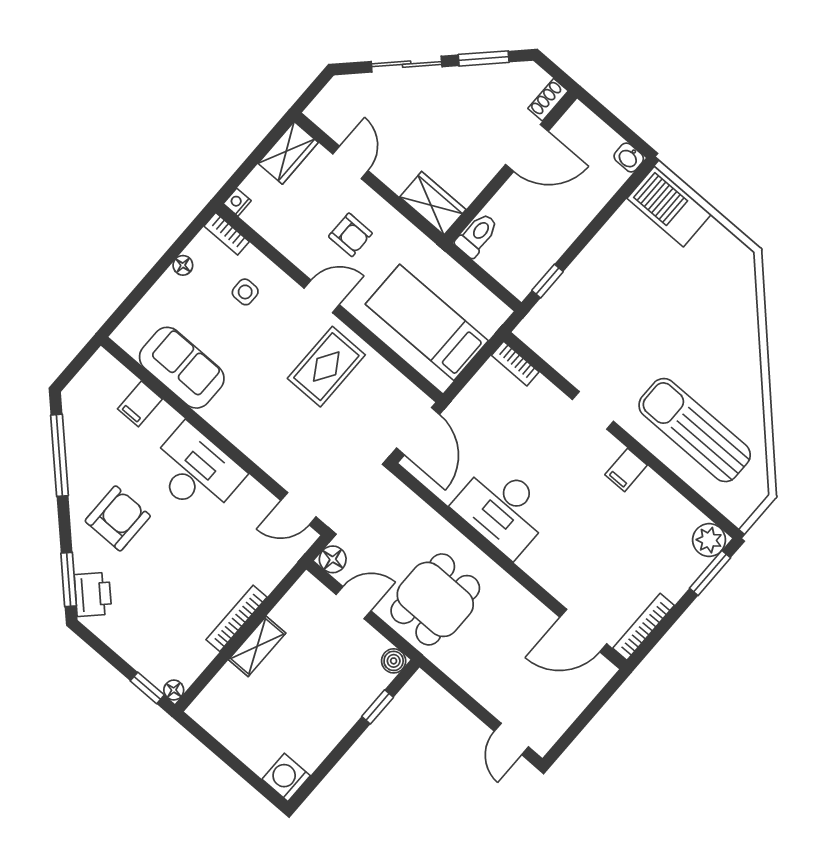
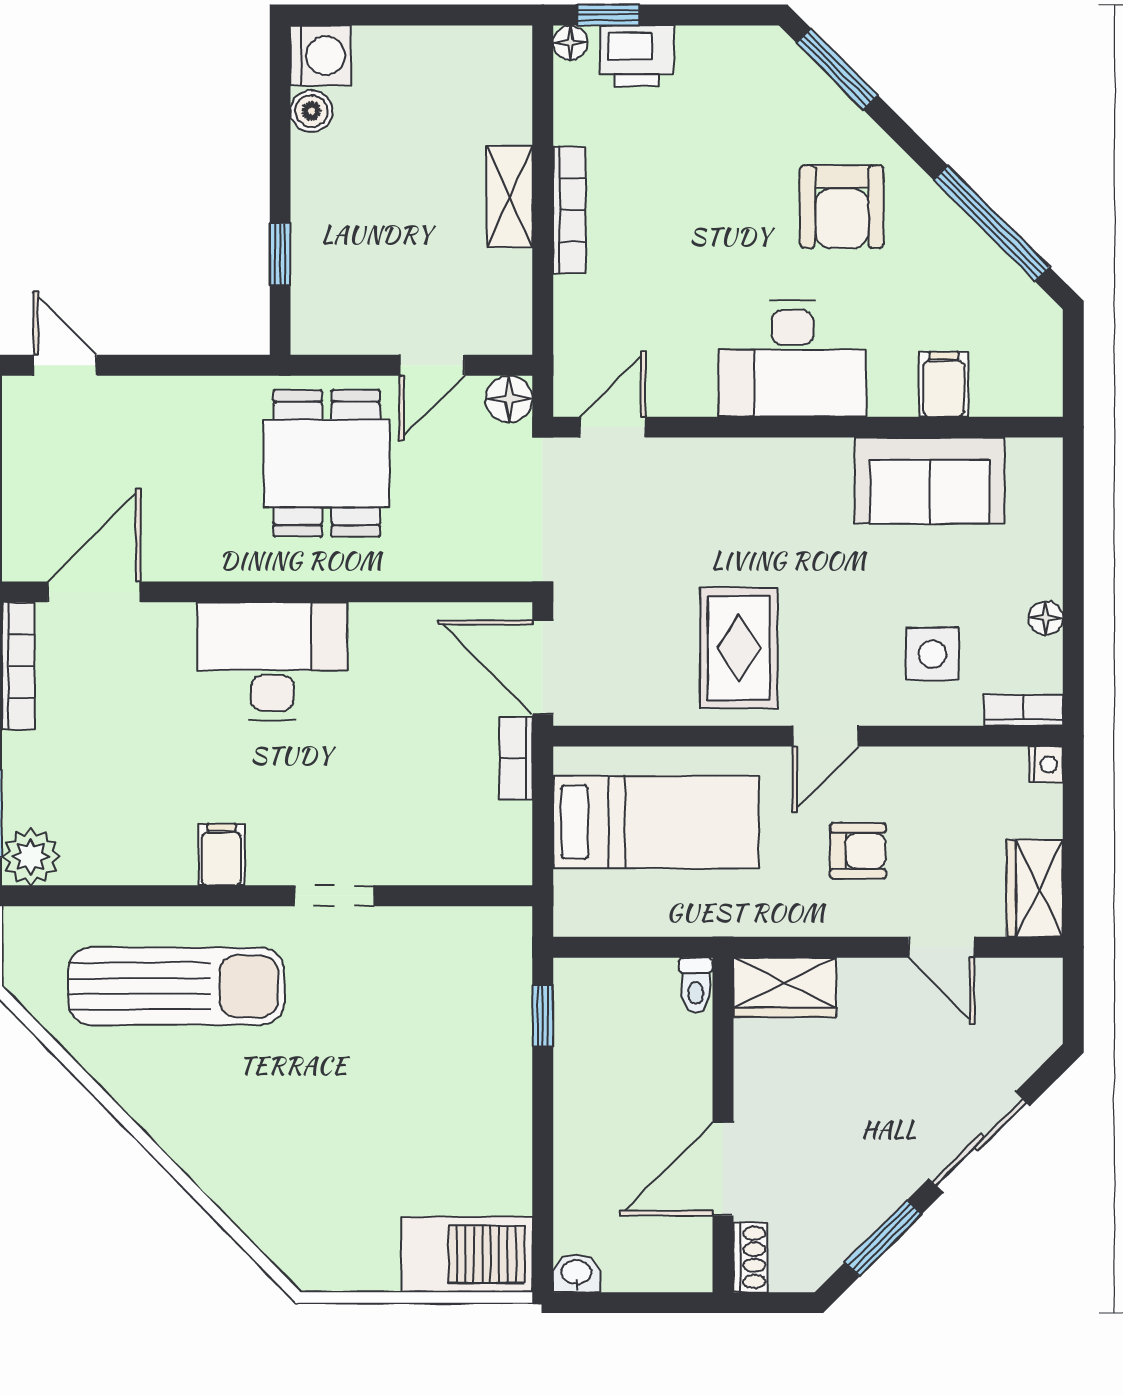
armchair: (350, 235) -> (858, 851), turned 180
toilet: (477, 235) -> (696, 985), width x0.73, depth x0.72
side table: (245, 292) -> (932, 654), width x1.37, depth x1.37
bookcase: (515, 364) -> (516, 758), moved, turned -90
desk: (503, 509) -> (272, 661), moved
printer: (93, 594) -> (637, 56), moved, turned -45
boiler: (394, 661) -> (312, 111), moved

